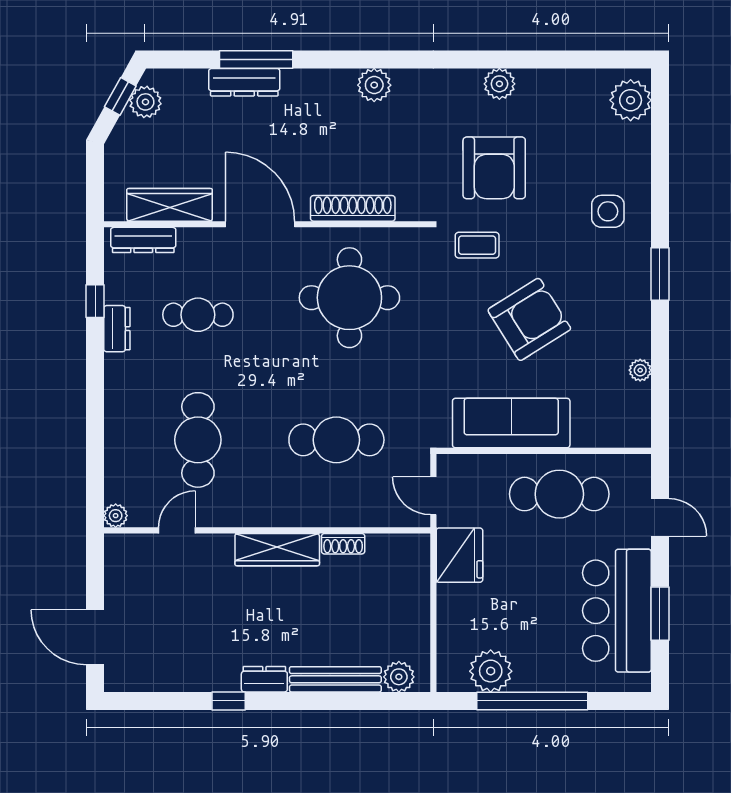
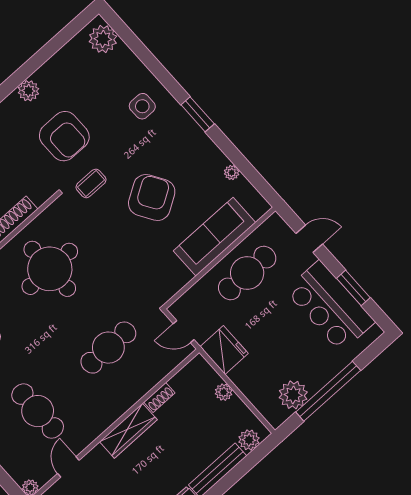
sofa: (511, 423) -> (215, 237), moved
plant: (418, 600) -> (224, 392), added

